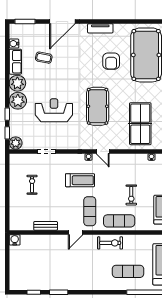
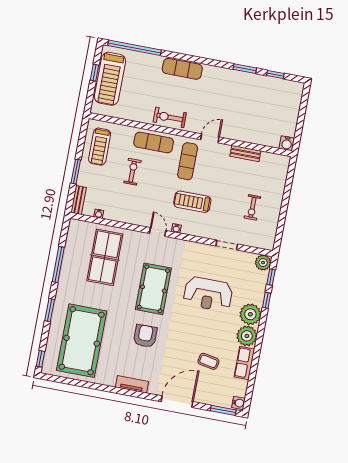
water cooler: (14, 44) -> (239, 403), moved
armchair: (111, 61) -> (145, 336), moved
exercise mat: (128, 271) -> (182, 69), moved

